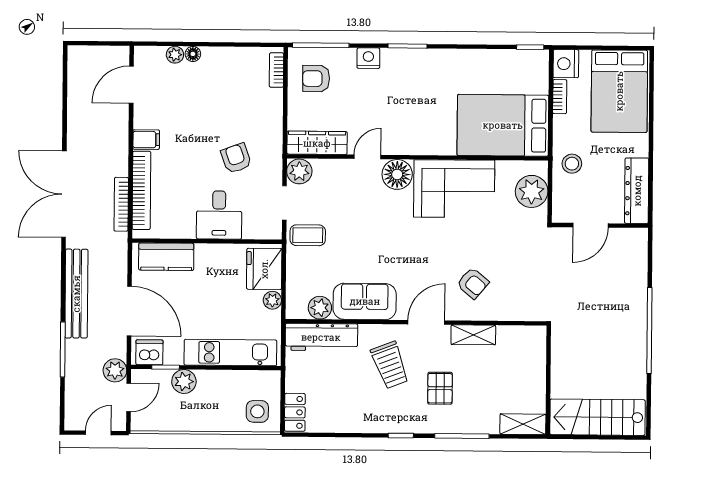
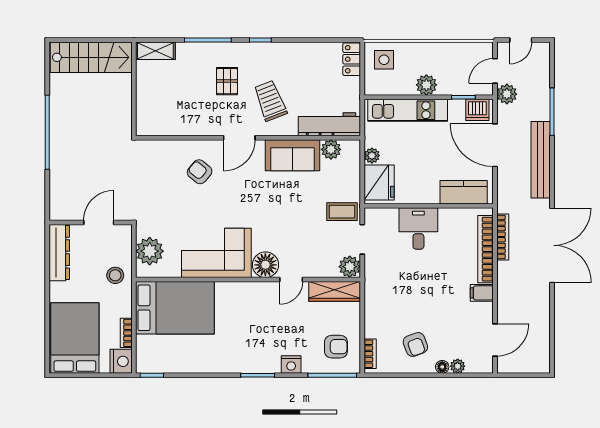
armchair: (236, 158) -> (415, 344), moved
shelving: (473, 335) -> (199, 127), removed
plant: (184, 381) -> (426, 85), moved

